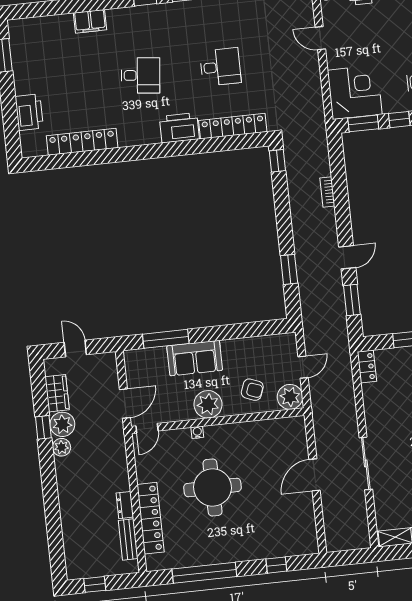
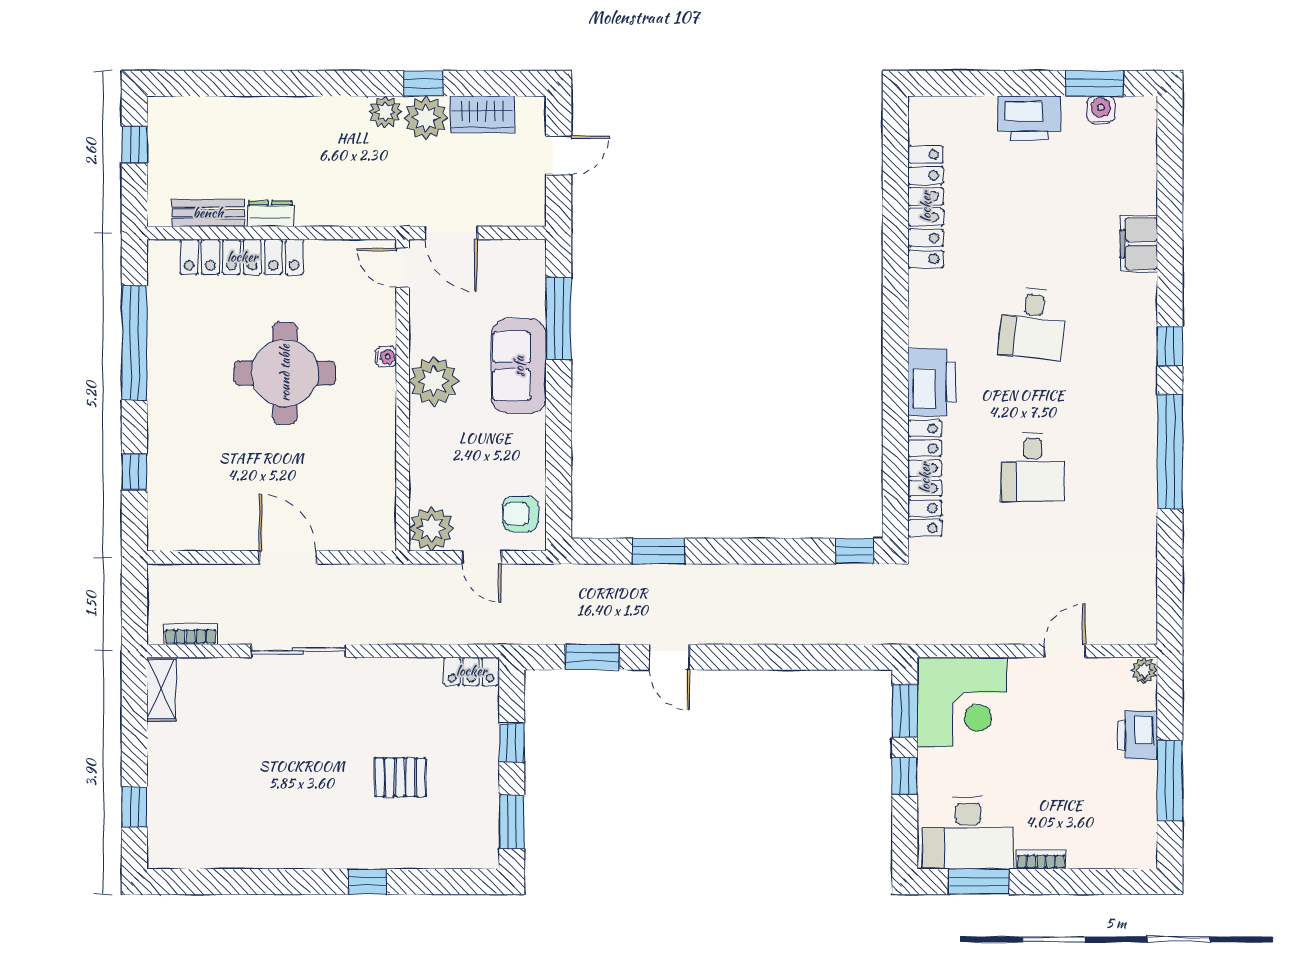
water cooler: (18, 50) -> (1101, 110), added
printer: (29, 112) -> (1029, 118), moved
bookcase: (327, 192) -> (191, 634), moved
armchair: (252, 390) -> (520, 514), moved, turned 69

